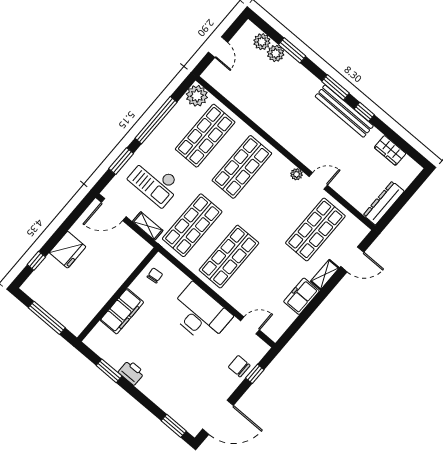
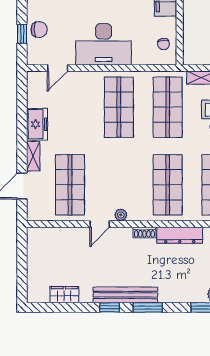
shoe rack: (290, 146) -> (144, 233), added
dresser: (384, 203) -> (180, 235), moved, turned 90

